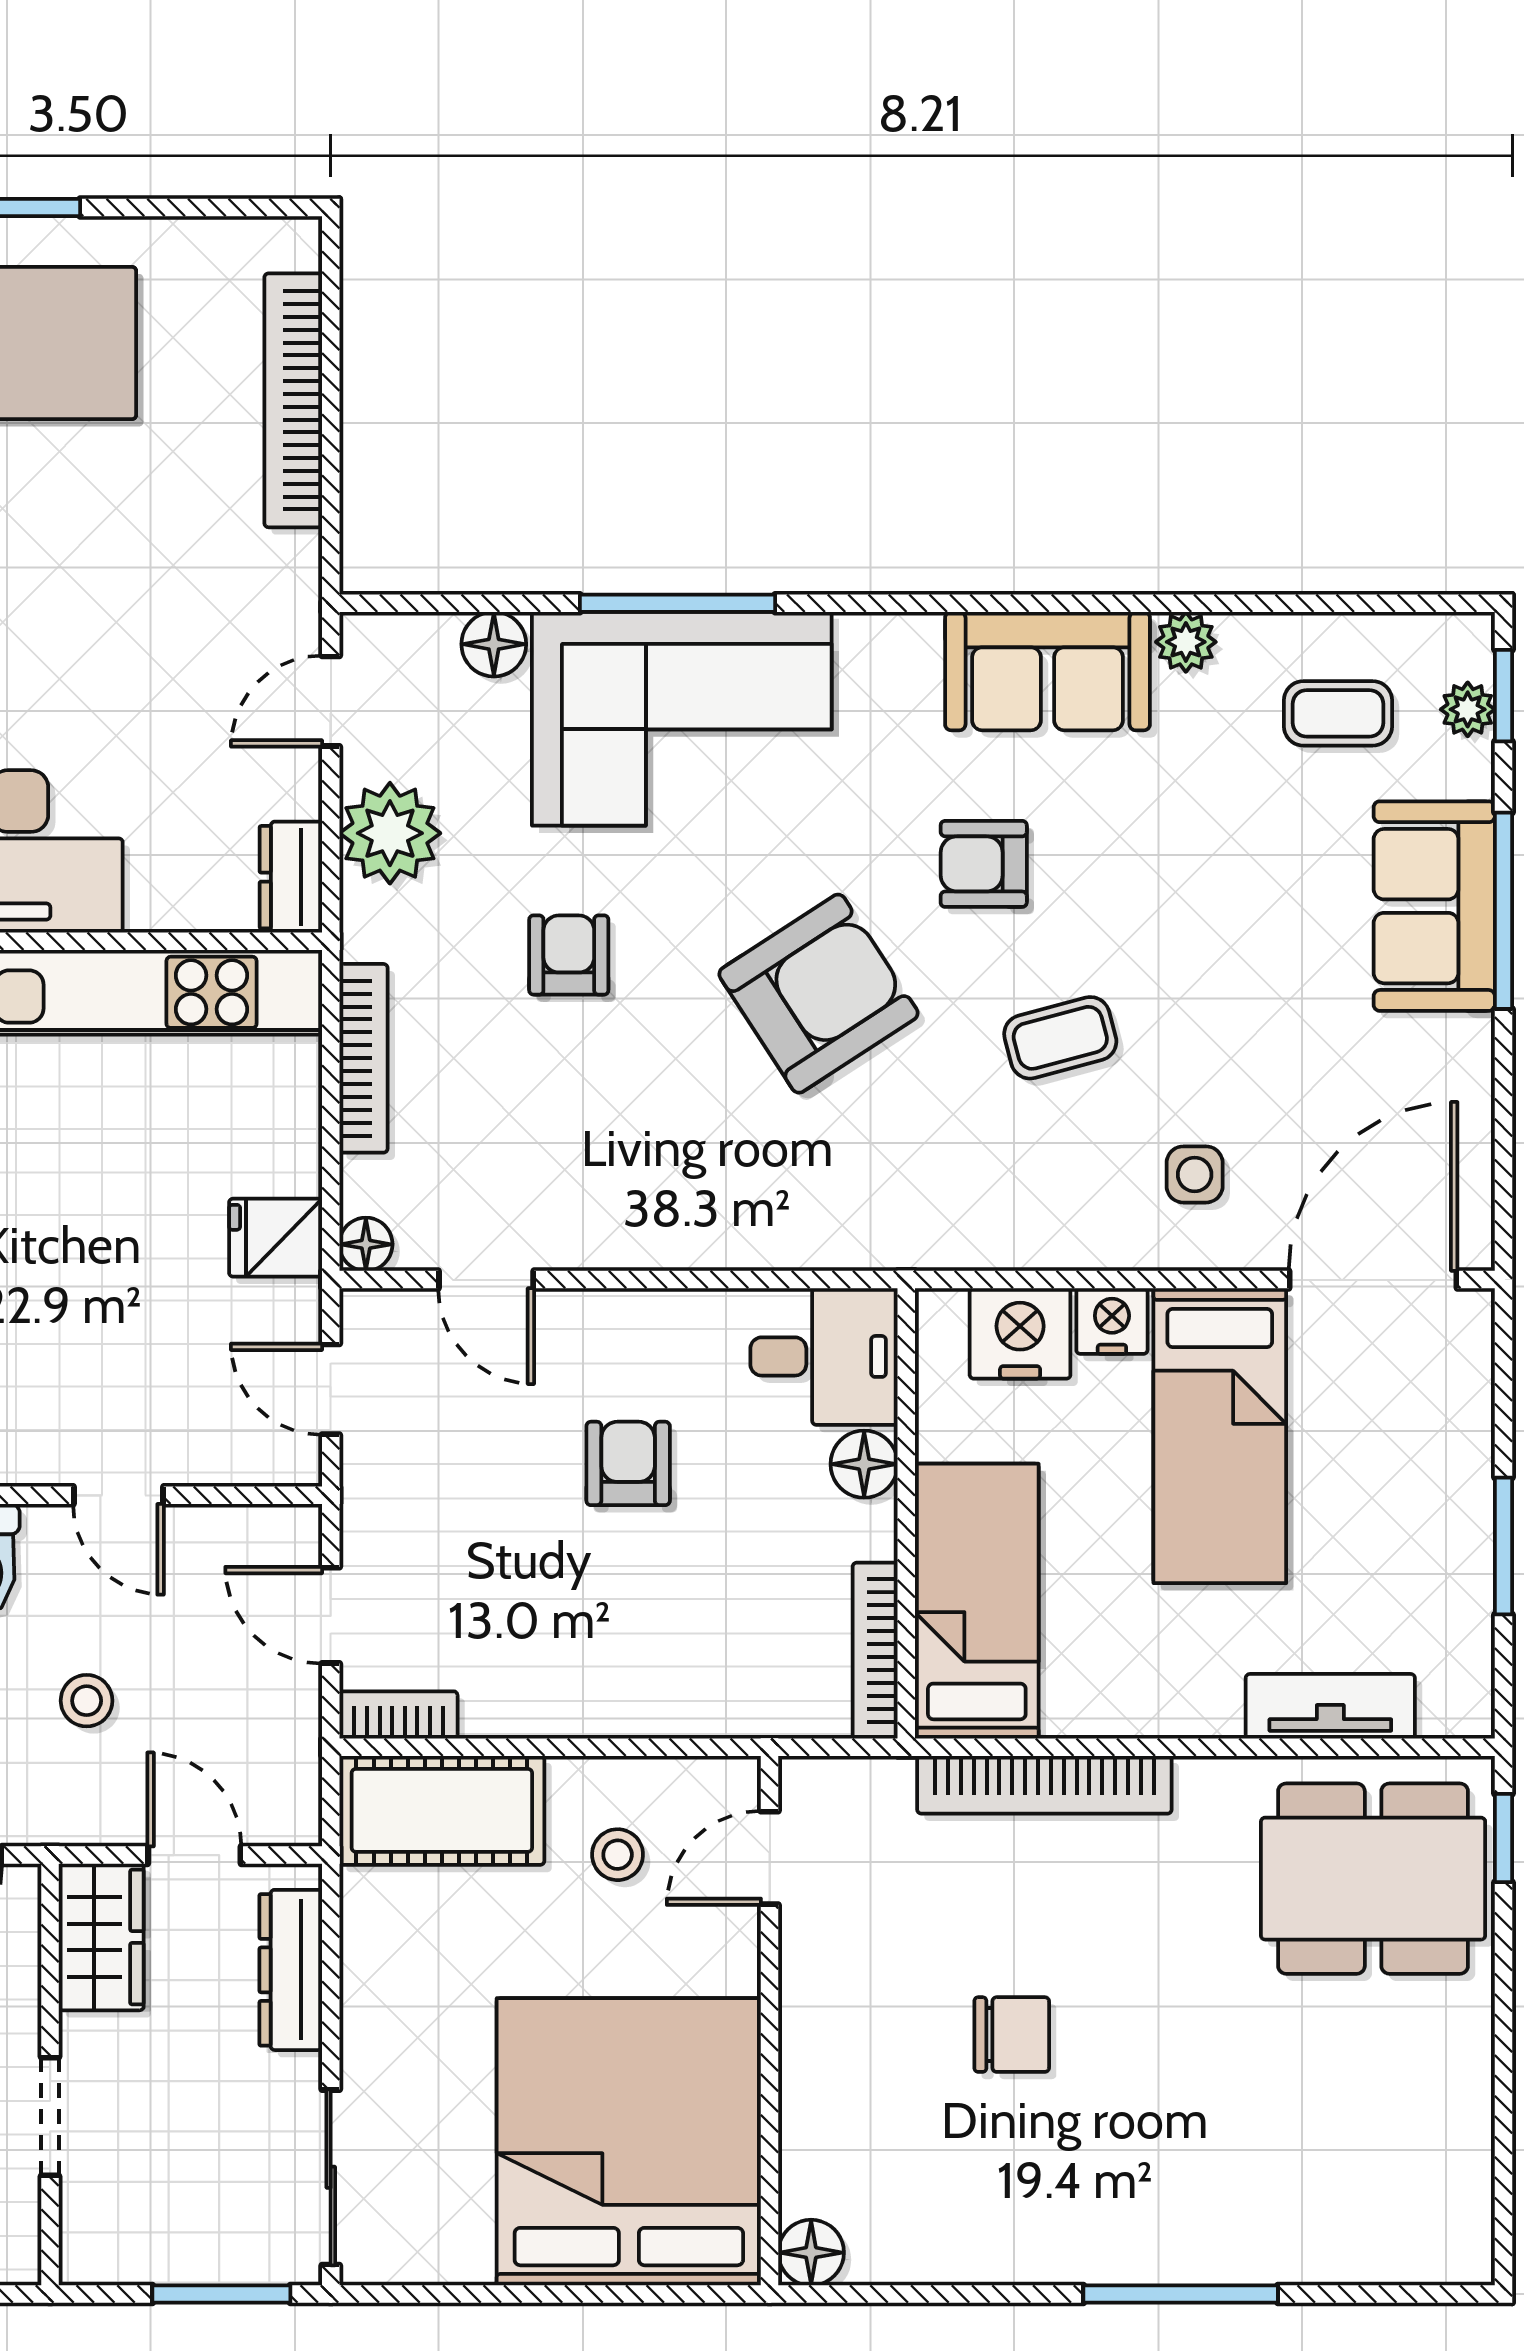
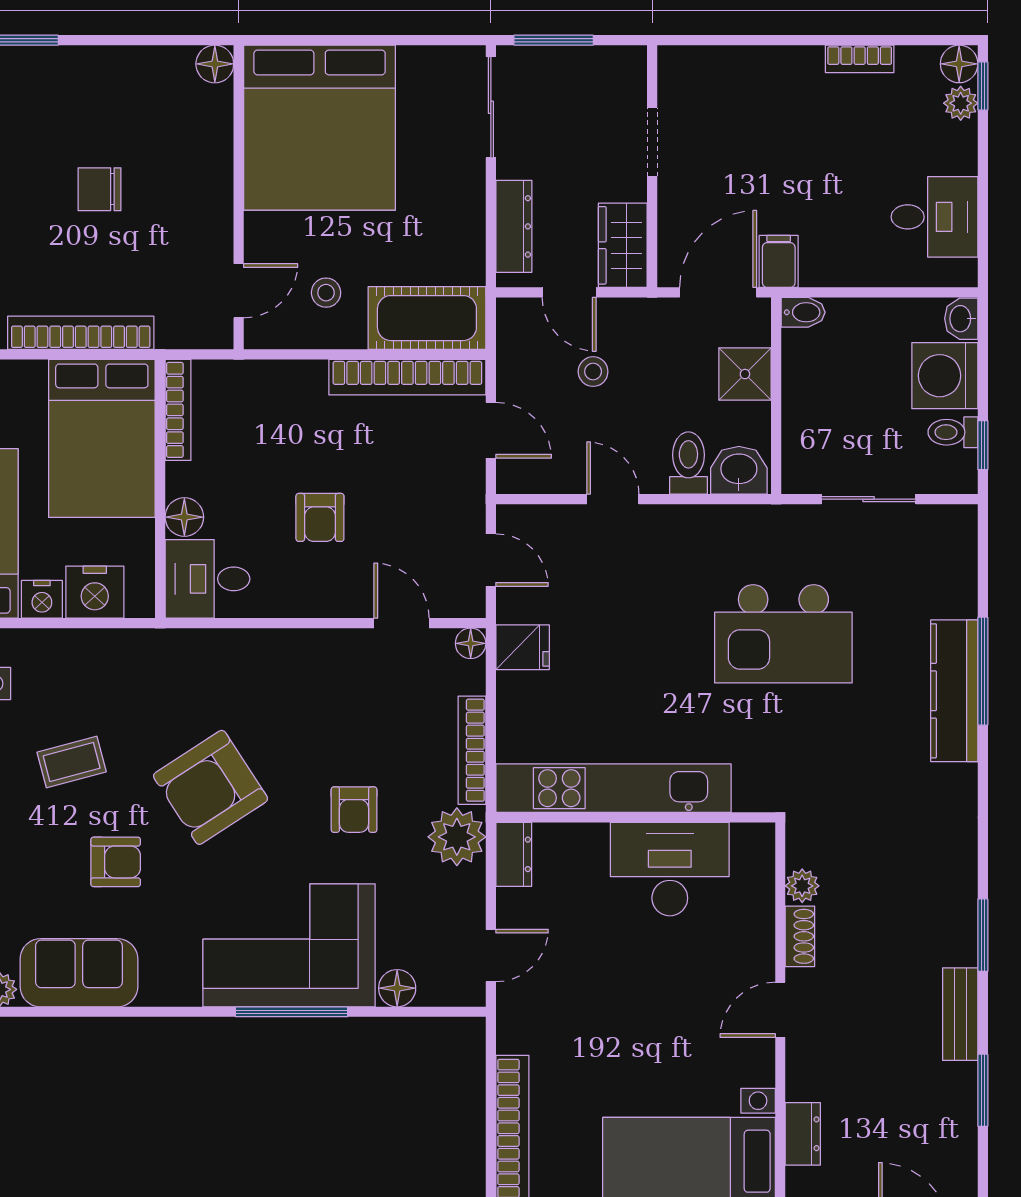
plant: (390, 833) -> (457, 837), moved
bed: (977, 1601) -> (102, 438), width x1.50
stool: (87, 1701) -> (593, 372), moved
bookcase: (398, 1715) -> (407, 377), width x2.31, depth x1.31

